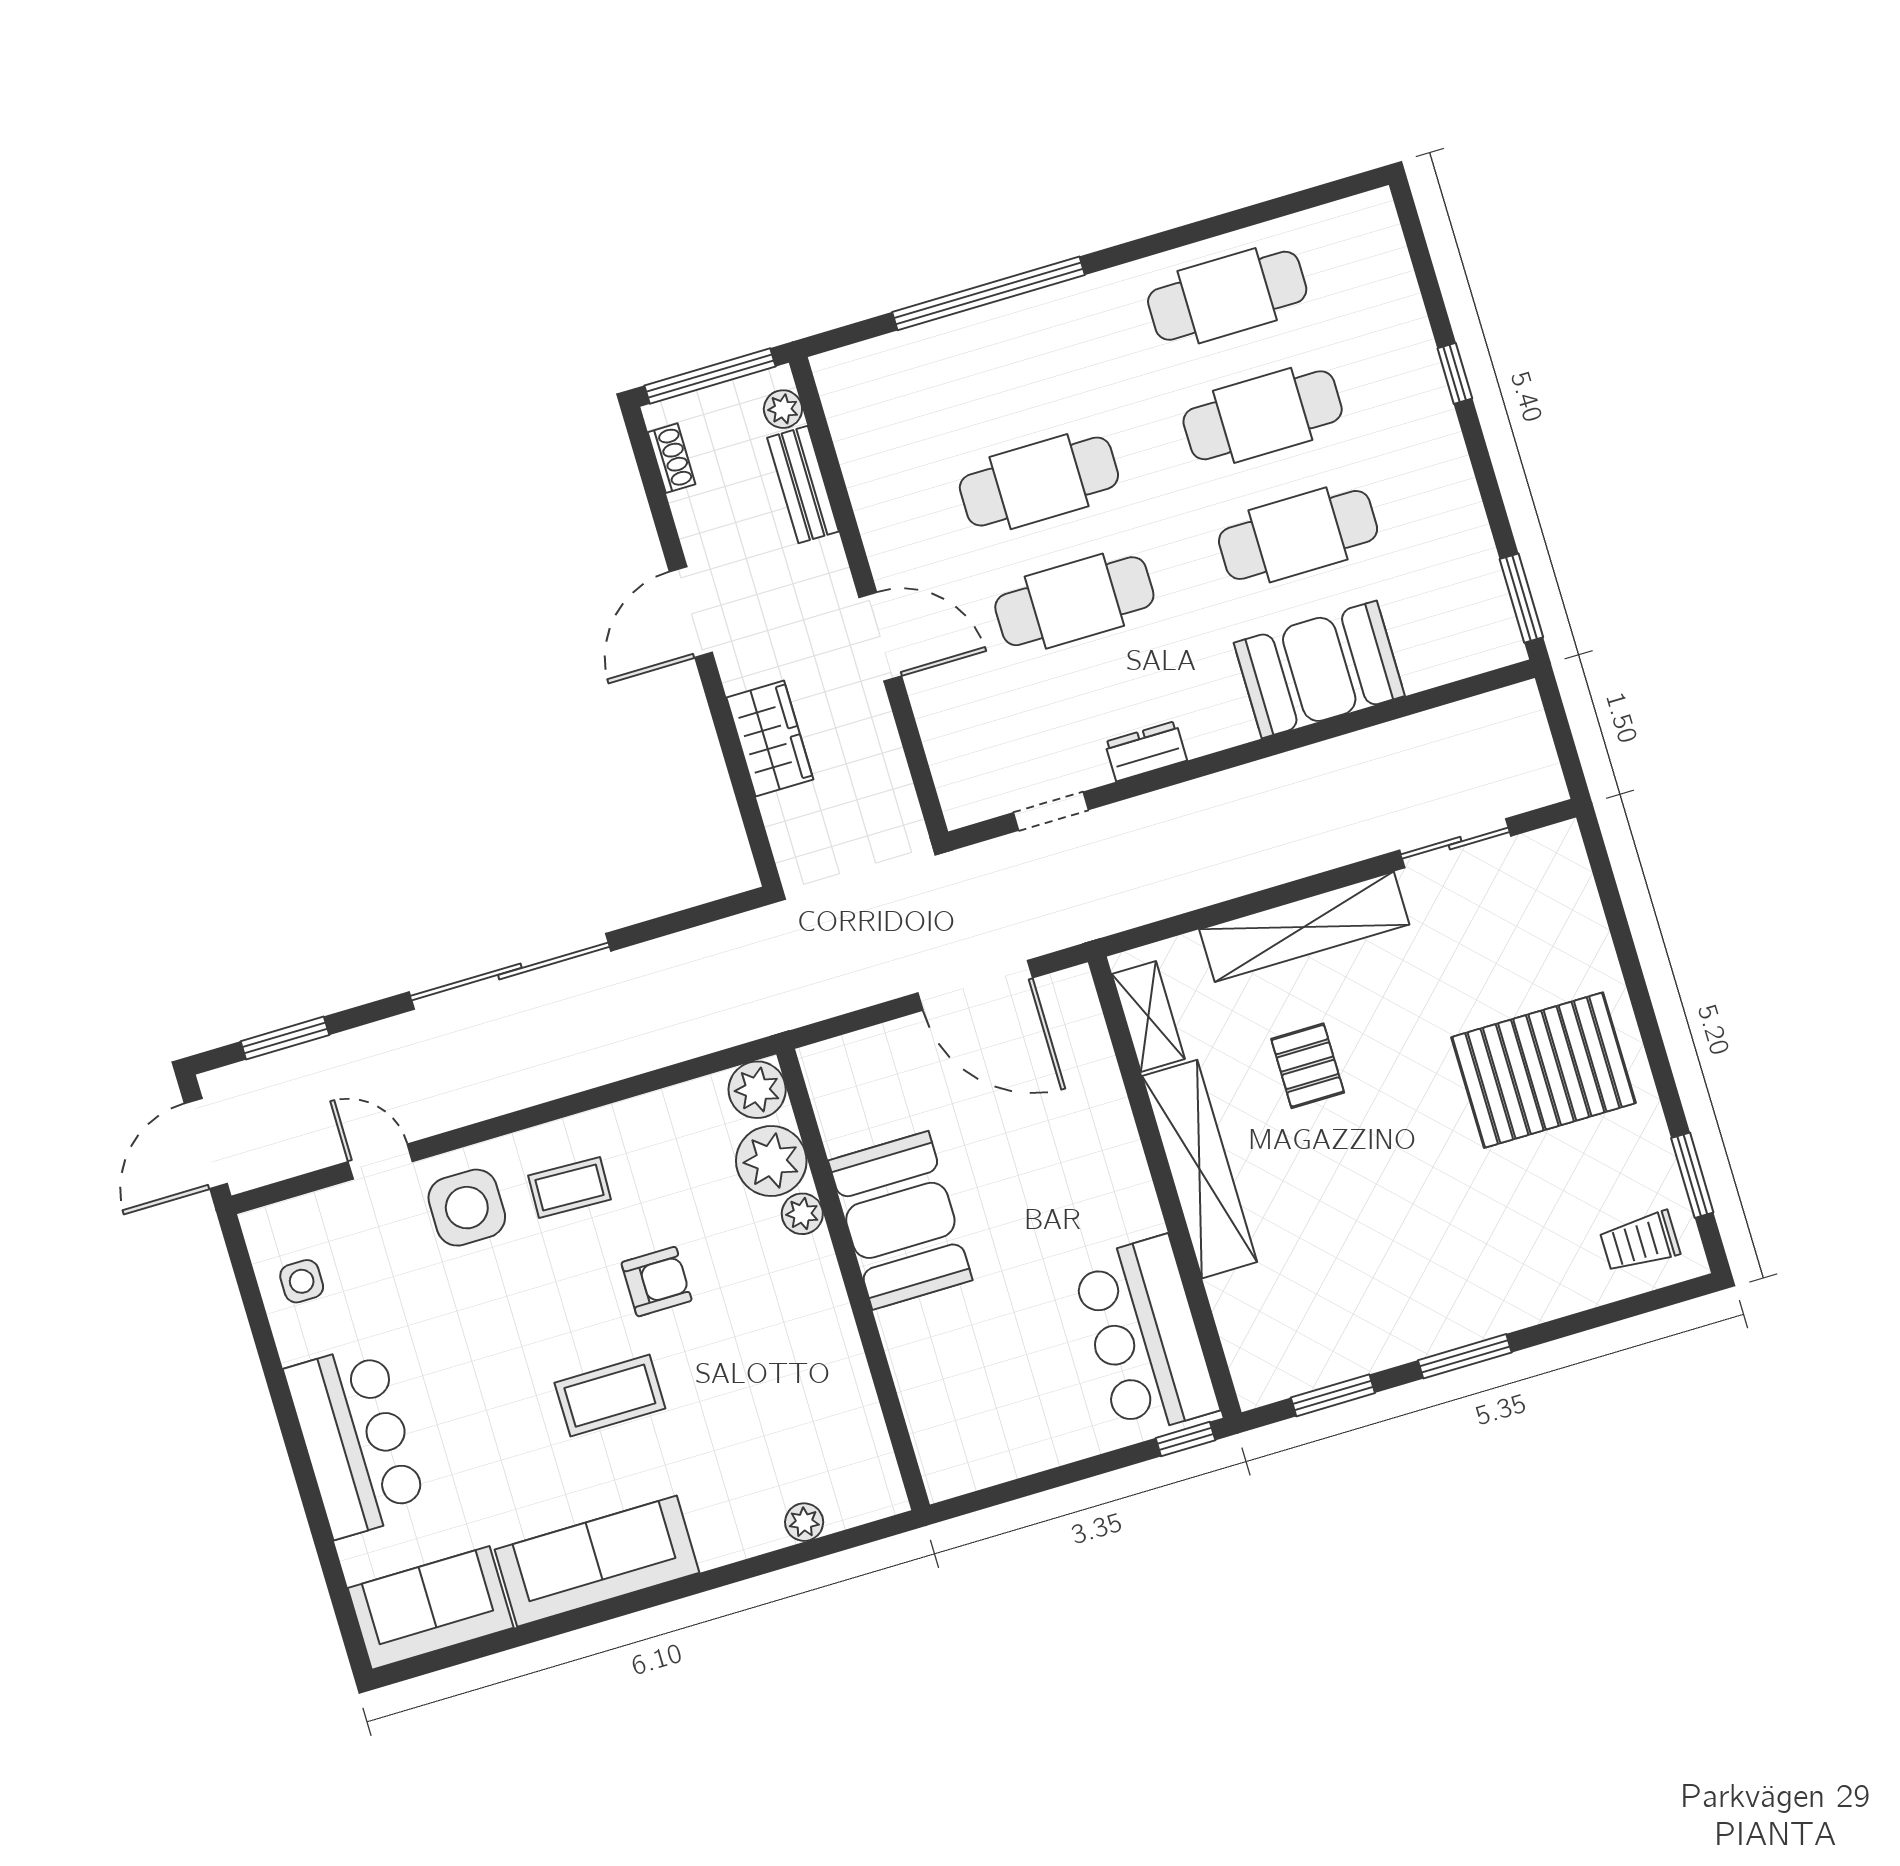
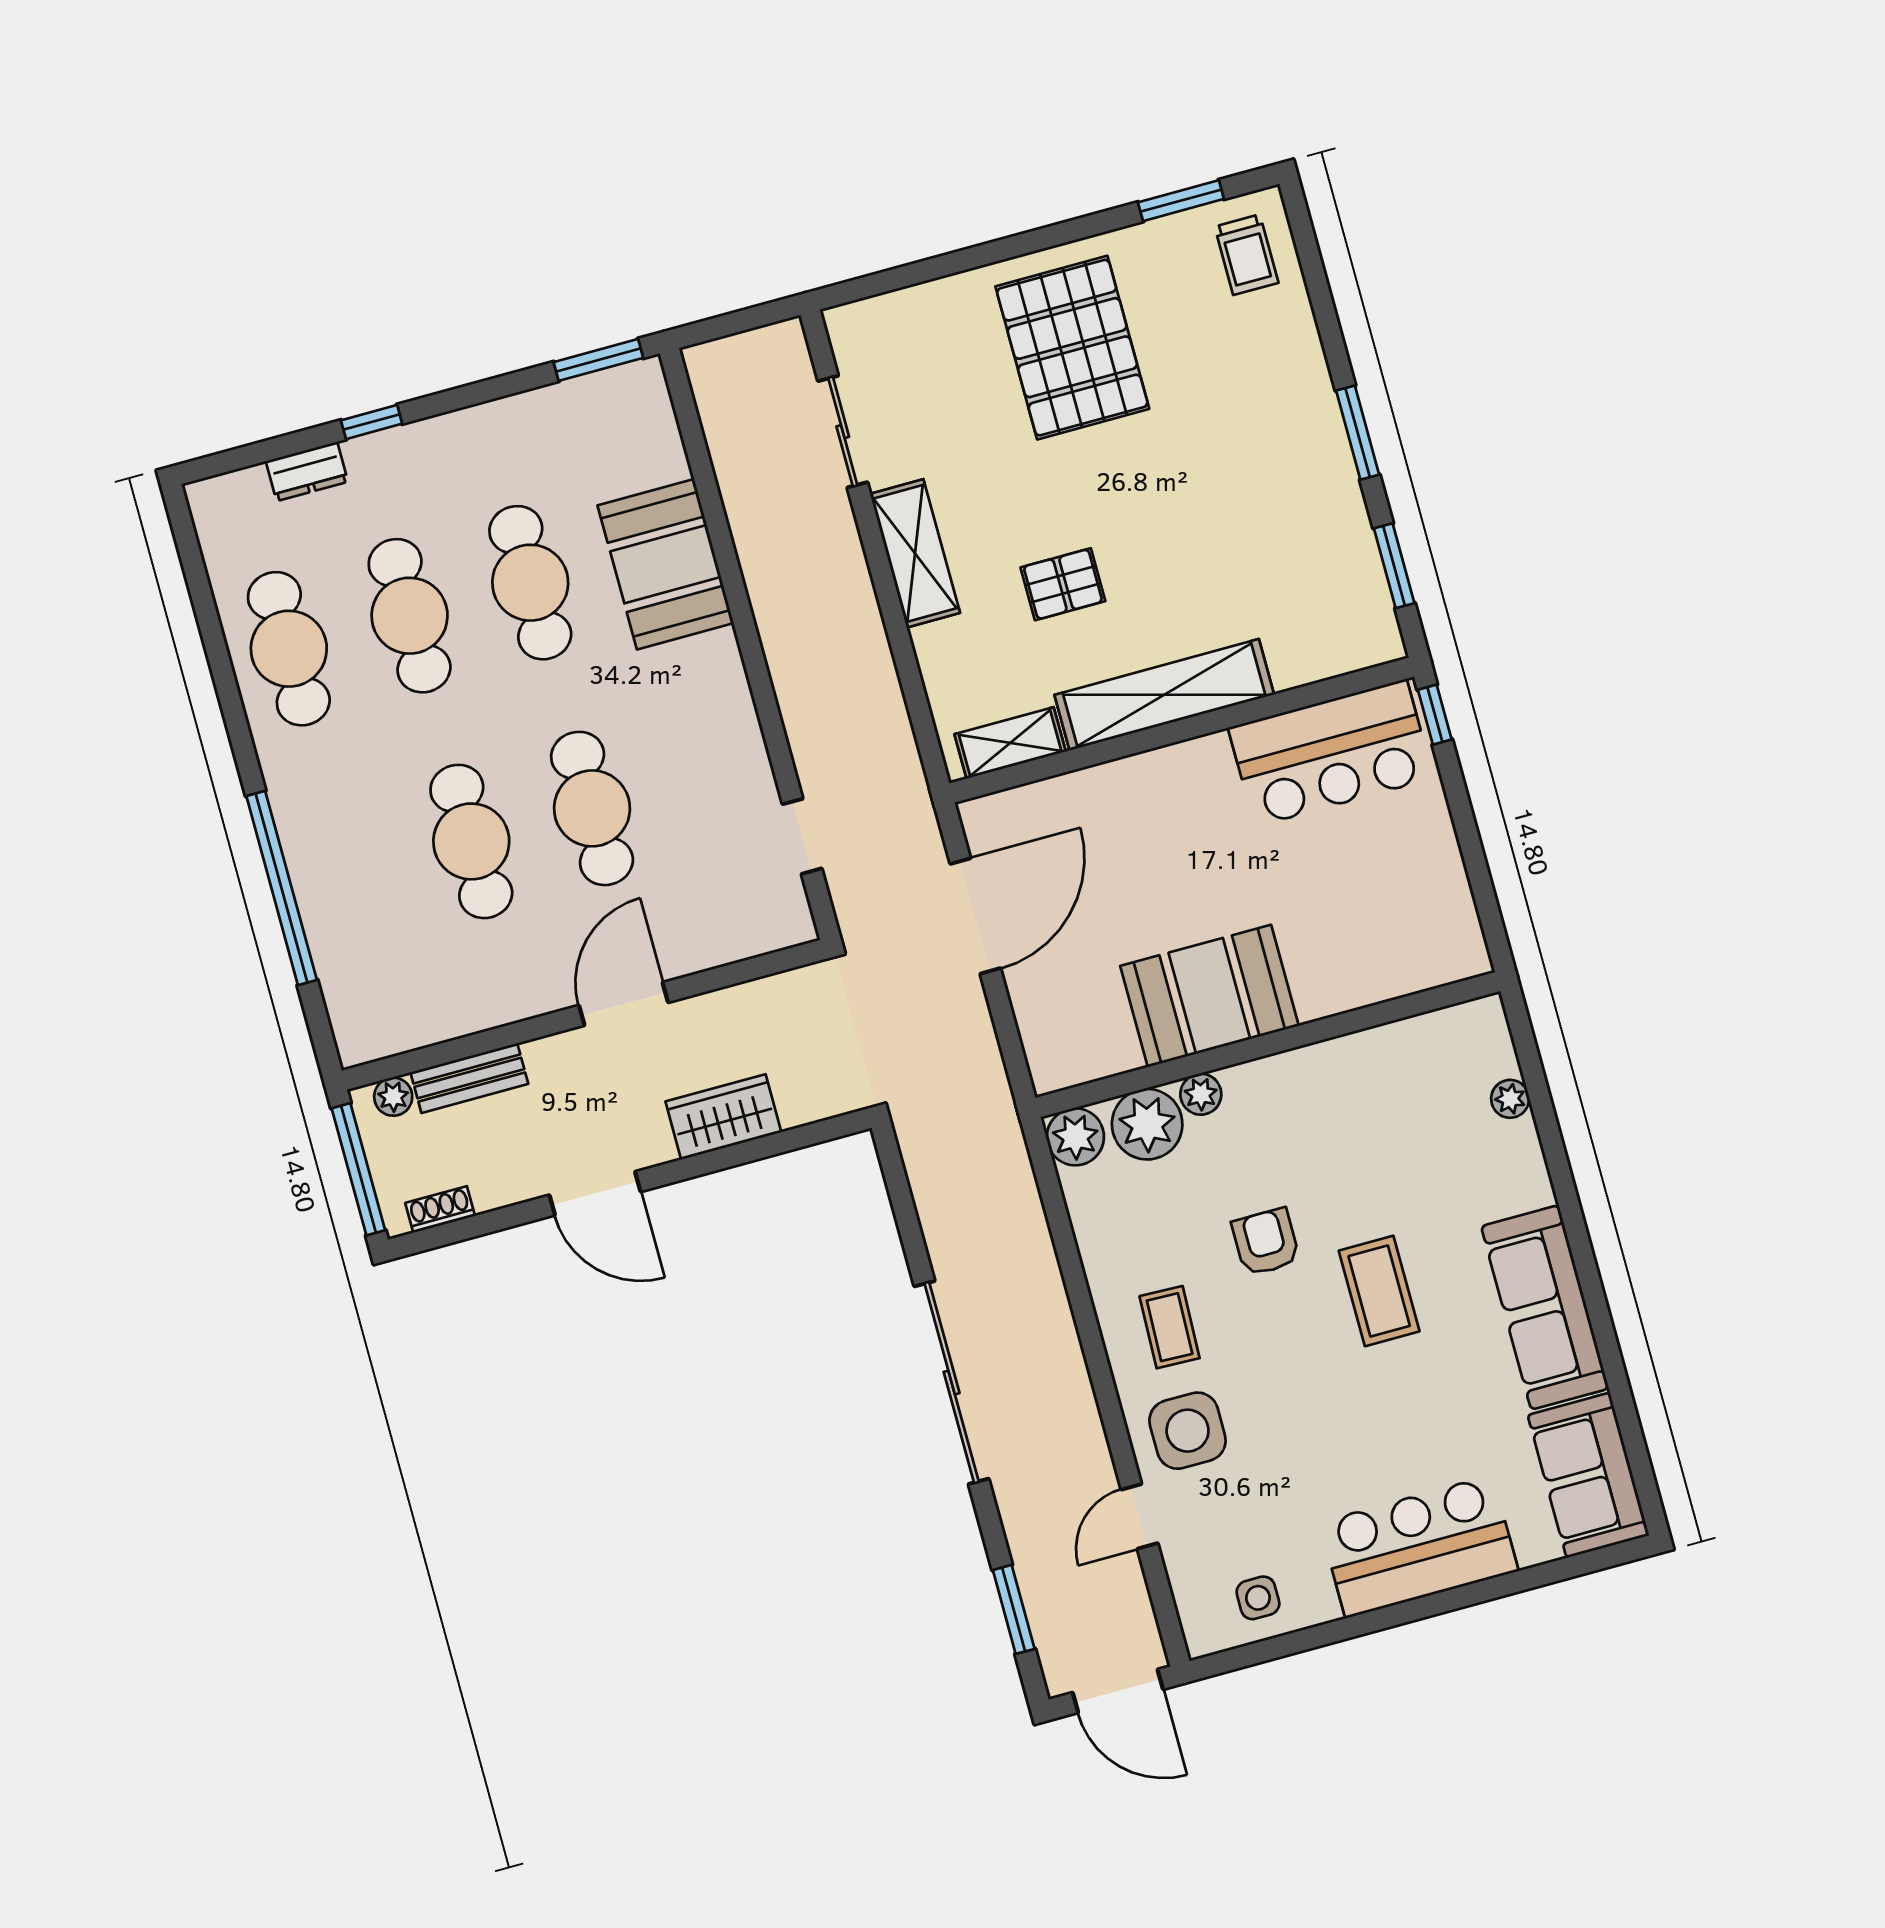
dresser: (1146, 751) -> (307, 471), moved, turned -90
shelving: (1304, 927) -> (915, 553), width x0.68

